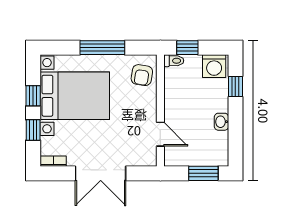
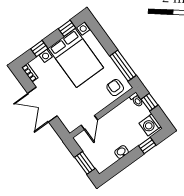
window: (102, 48) -> (123, 66), moved
armchair: (142, 75) -> (115, 88), turned 81
window: (33, 96) -> (67, 28), moved

